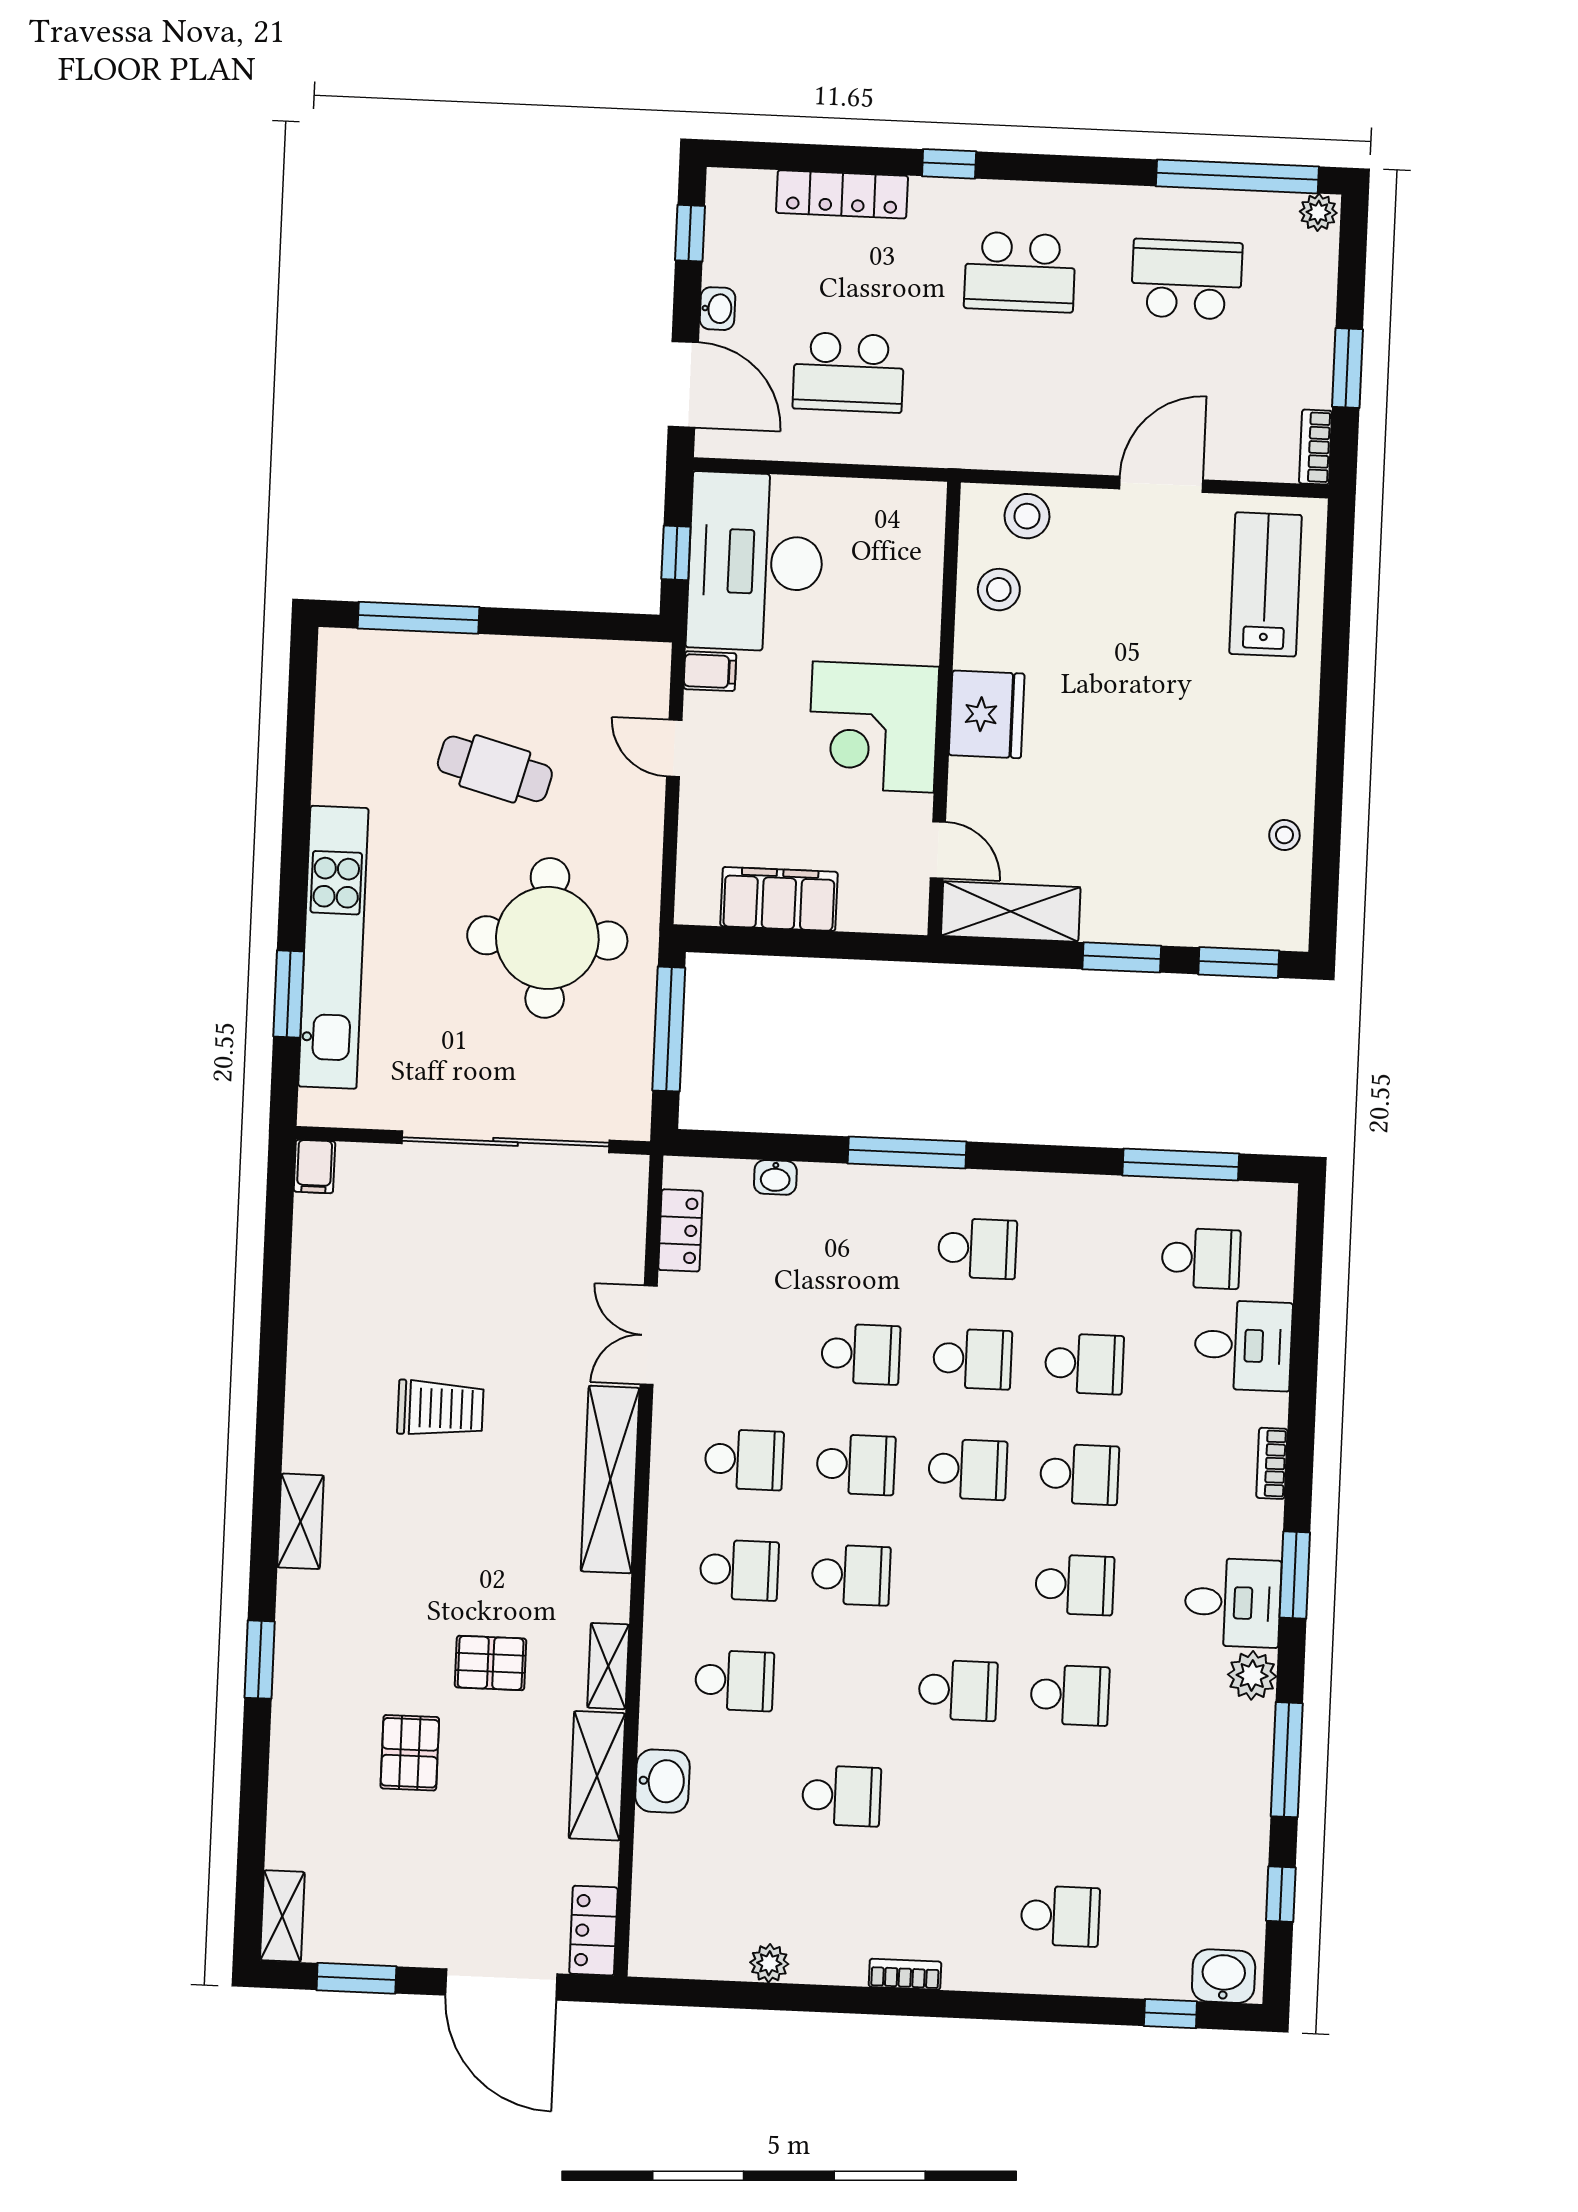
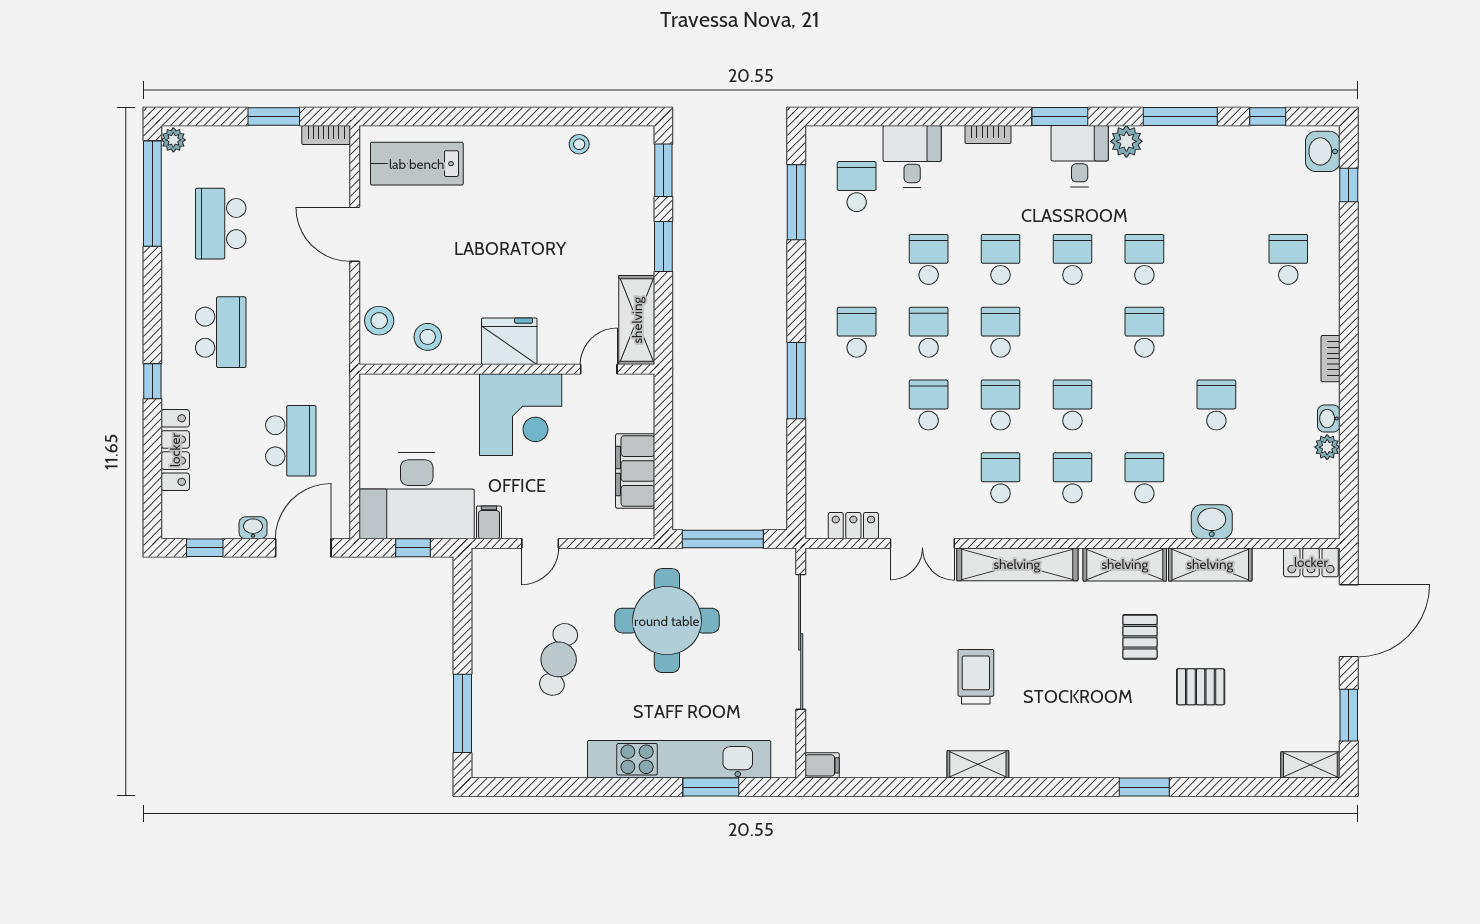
washbasin: (775, 1177) -> (1329, 418), moved, turned 180
shelving: (301, 1521) -> (978, 764), moved
shelving: (608, 1666) -> (1125, 564), width x1.50, depth x1.33

